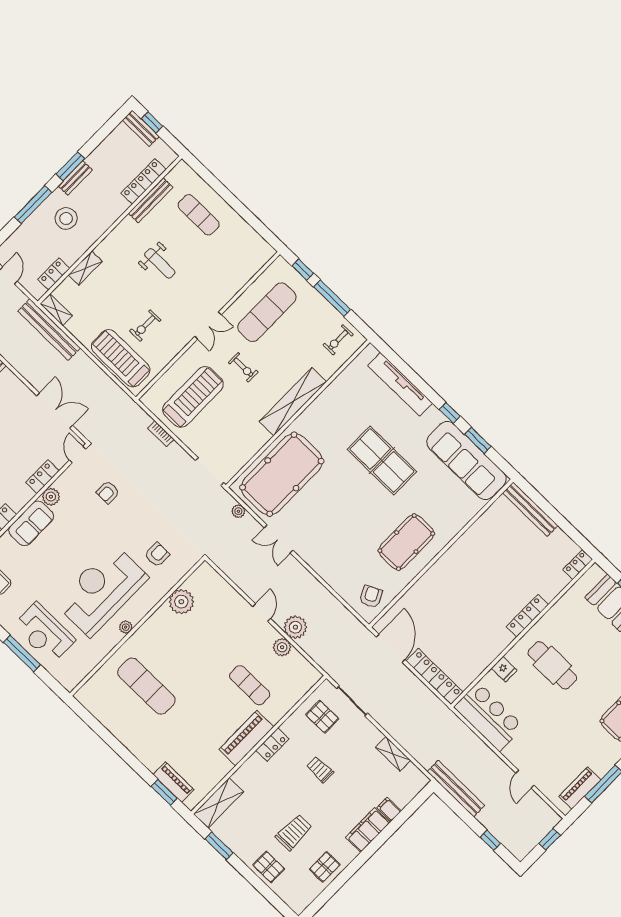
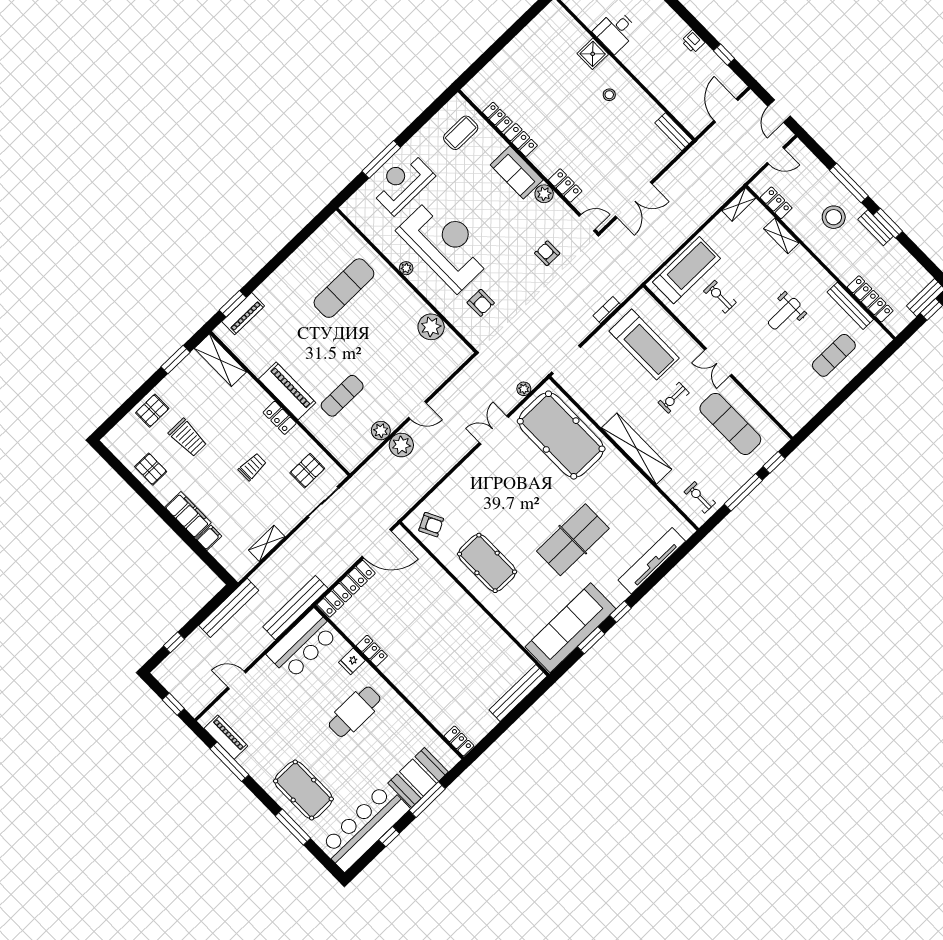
bench: (49, 330) -> (295, 608), moved
locker: (527, 616) -> (372, 651), moved, width x0.66

